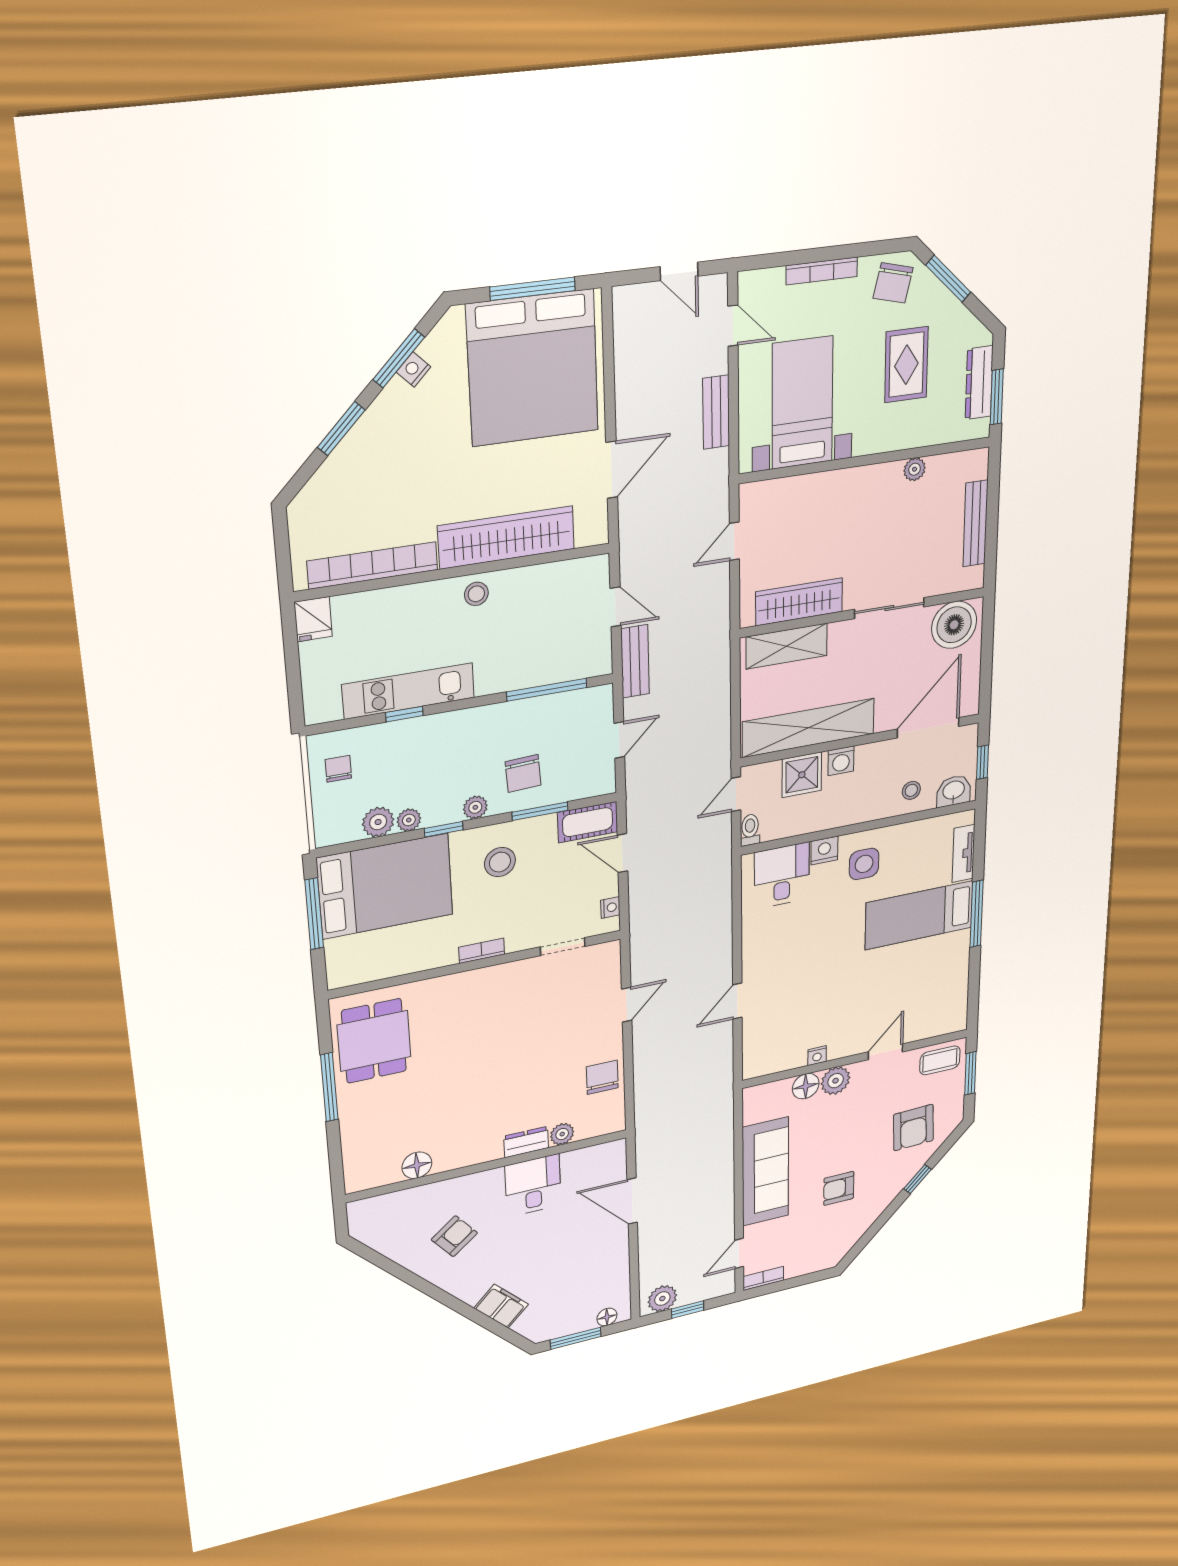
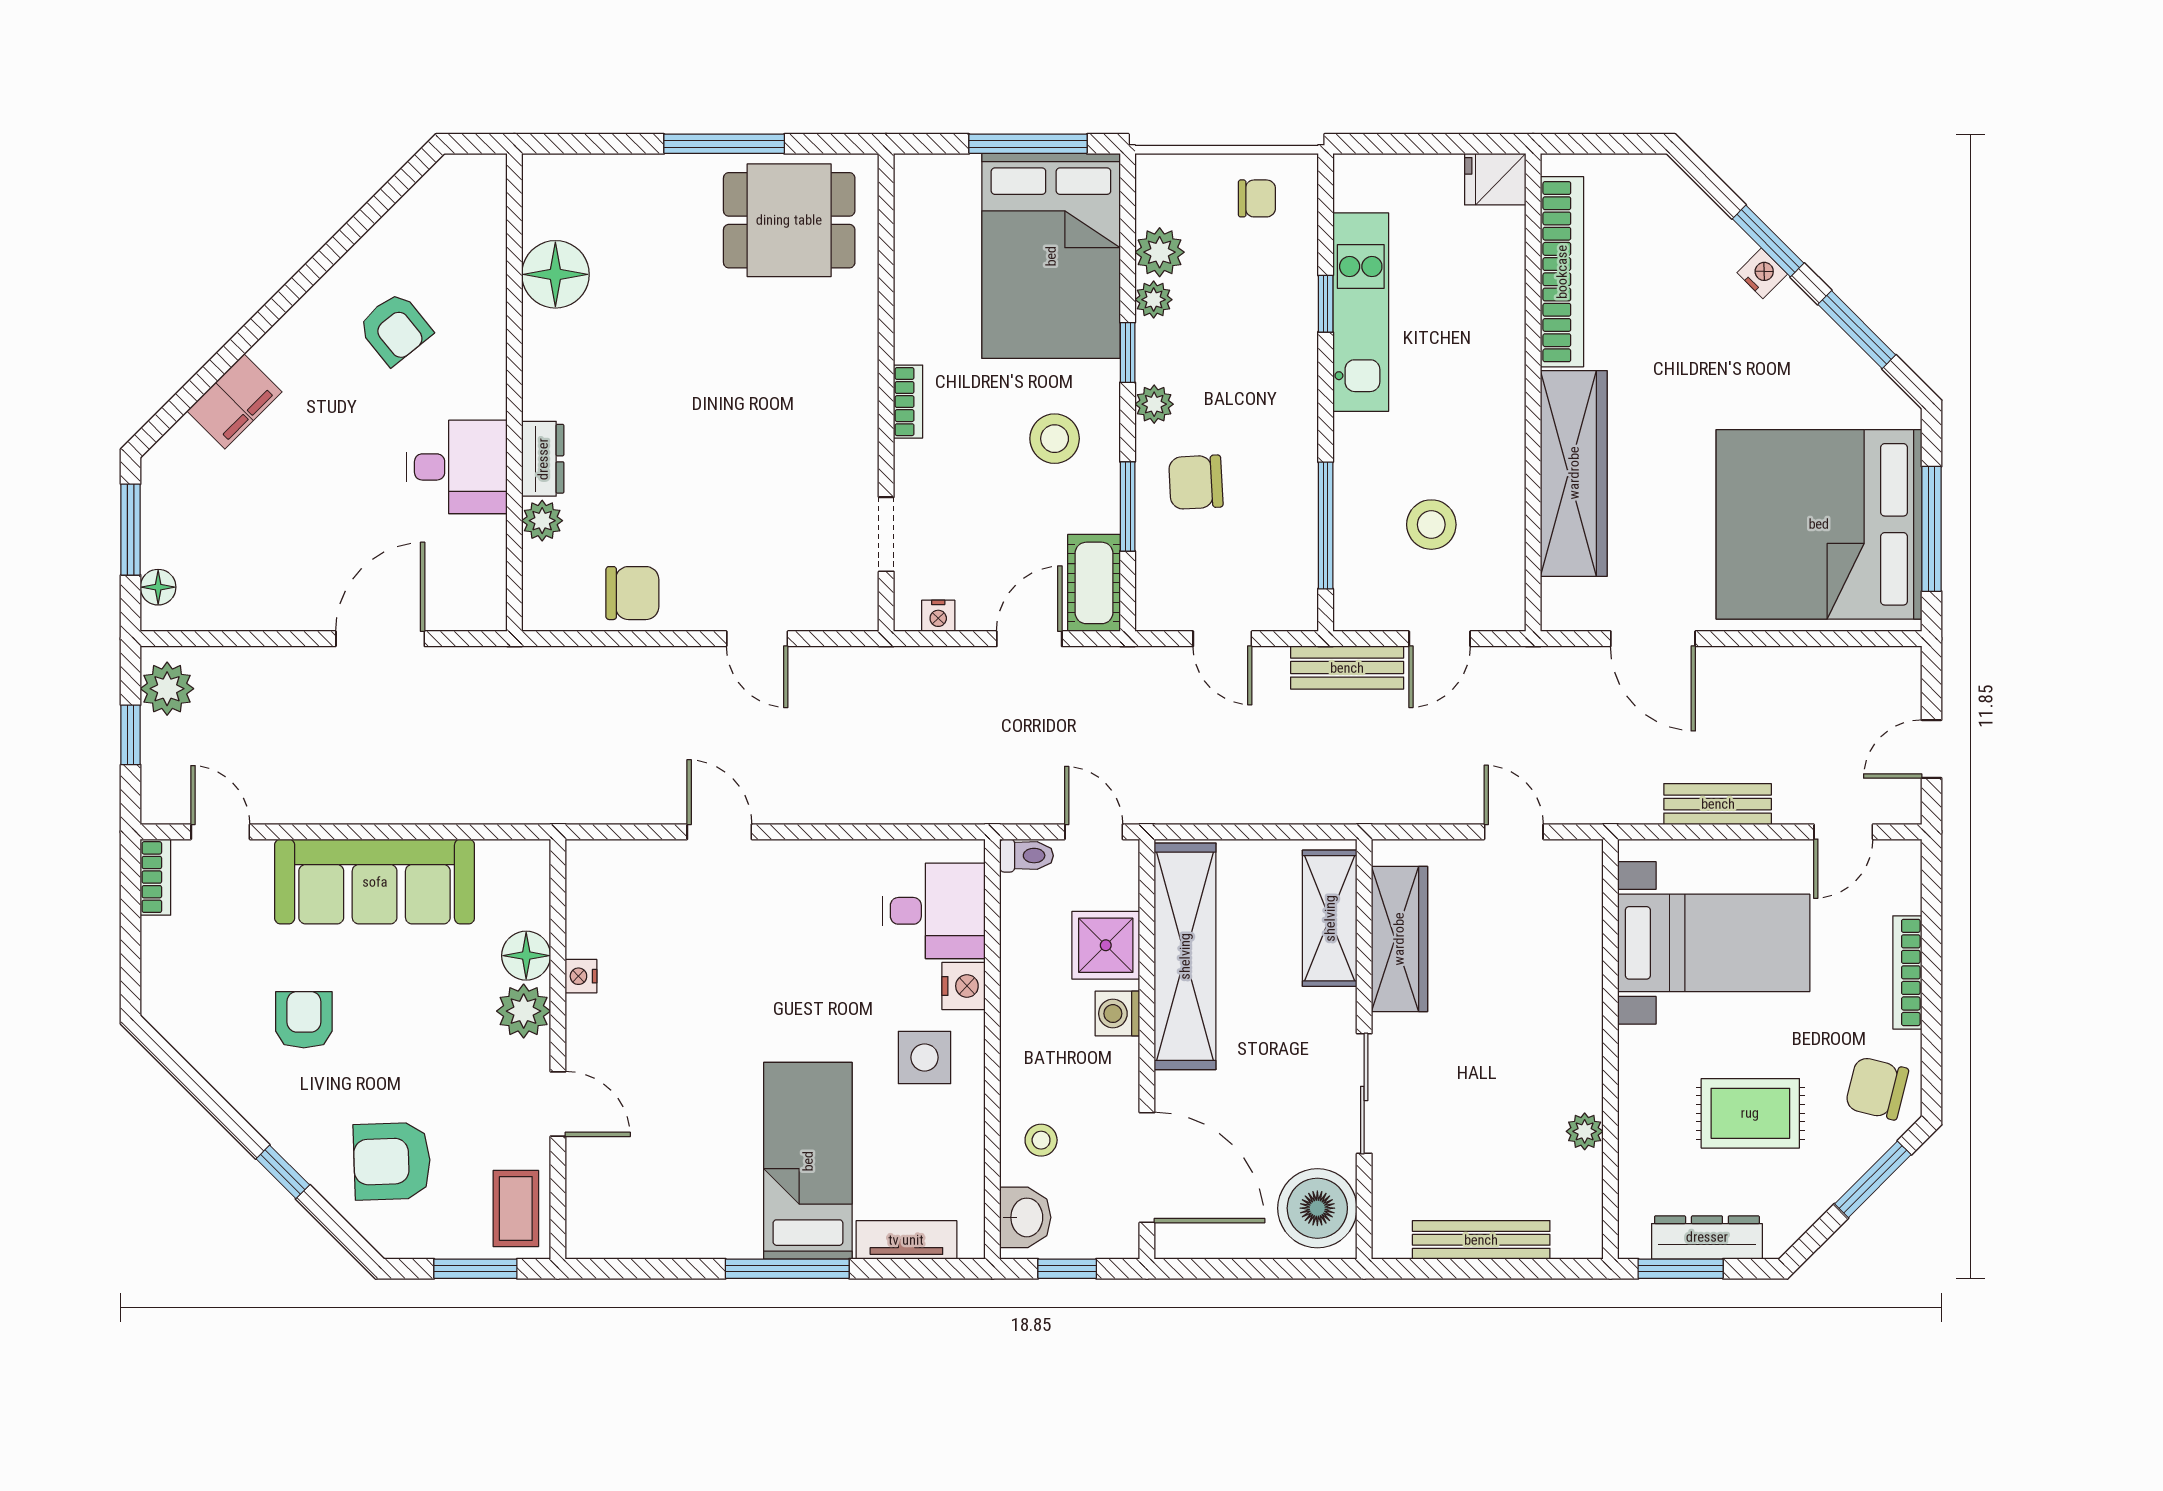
nightstand: (413, 369) -> (1762, 273), moved
stool: (476, 594) -> (1431, 525), moved, width x1.37, depth x1.37
floor lamp: (417, 1165) -> (555, 274), width x1.38, depth x1.38

